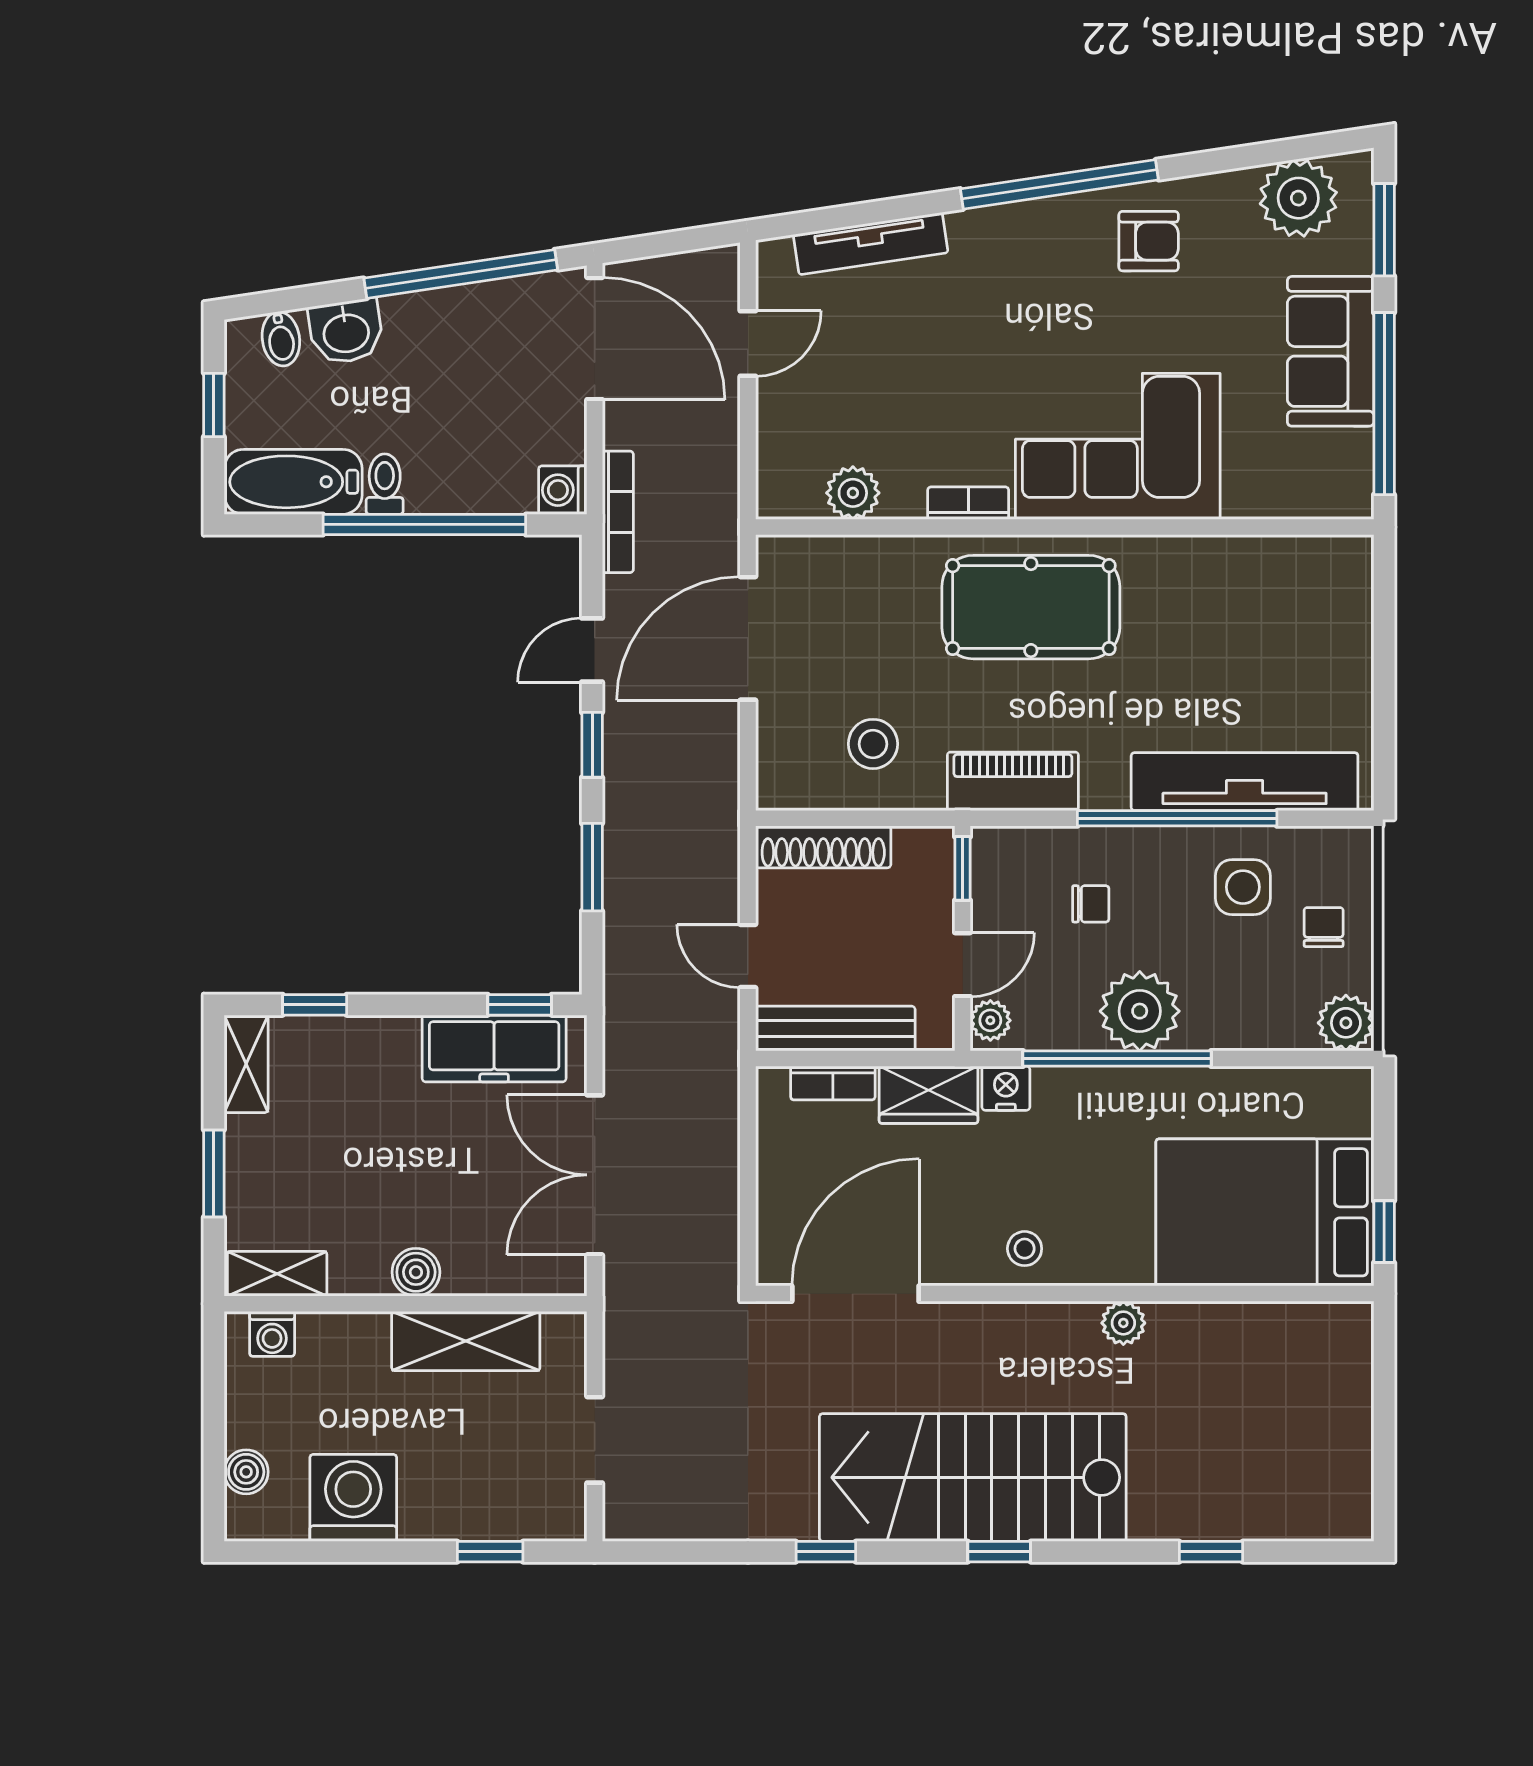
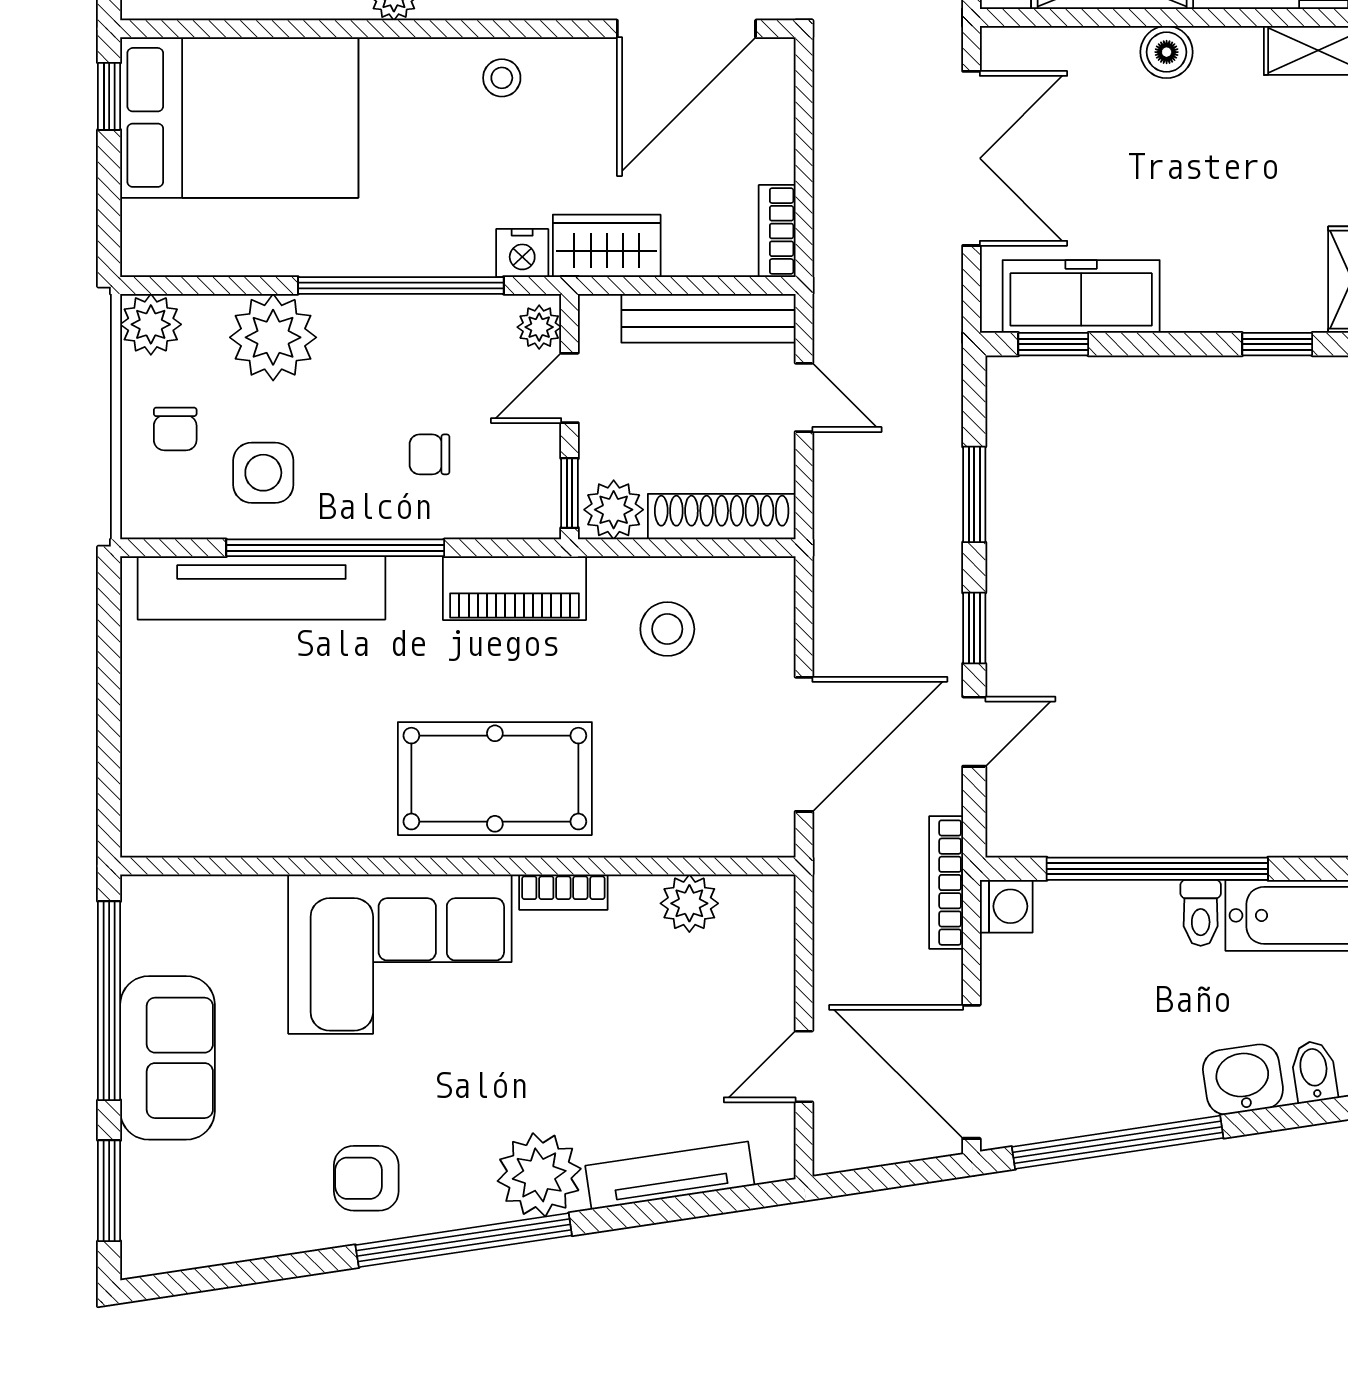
plant: (1298, 198) -> (539, 1175), moved
plant: (922, 853) -> (614, 510), added
plant: (1140, 1011) -> (273, 337), moved
bookcase: (833, 1083) -> (777, 231), moved, turned -90

